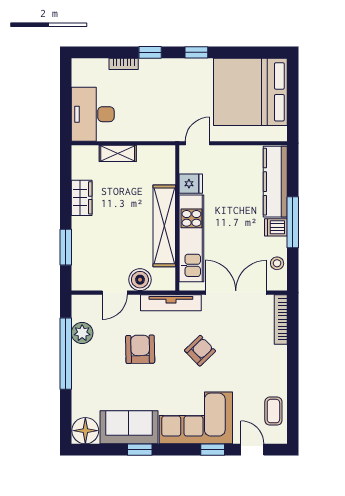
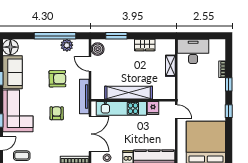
boiler: (140, 280) -> (98, 49), moved
armchair: (200, 351) -> (57, 113), turned -136

